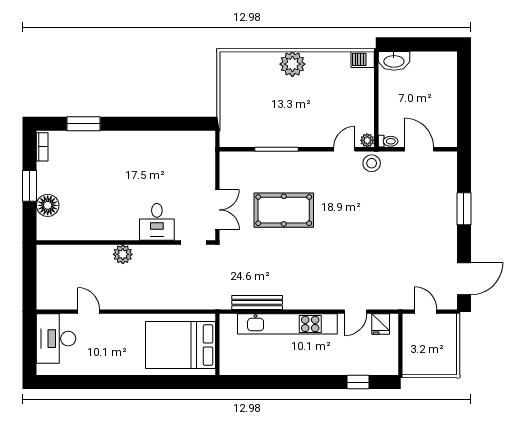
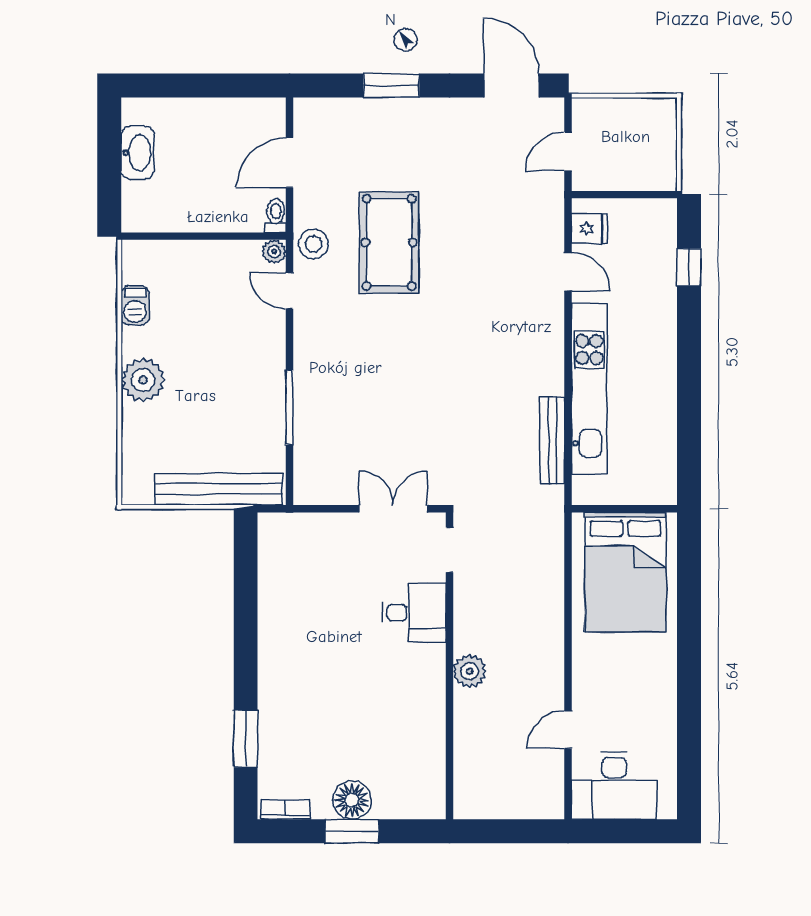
barbecue: (363, 59) -> (135, 305), moved
washbasin: (394, 61) -> (138, 153), moved
bench: (229, 108) -> (219, 489), added
floor lamp: (48, 205) -> (352, 800), moved
pool table: (284, 210) -> (389, 242), moved

